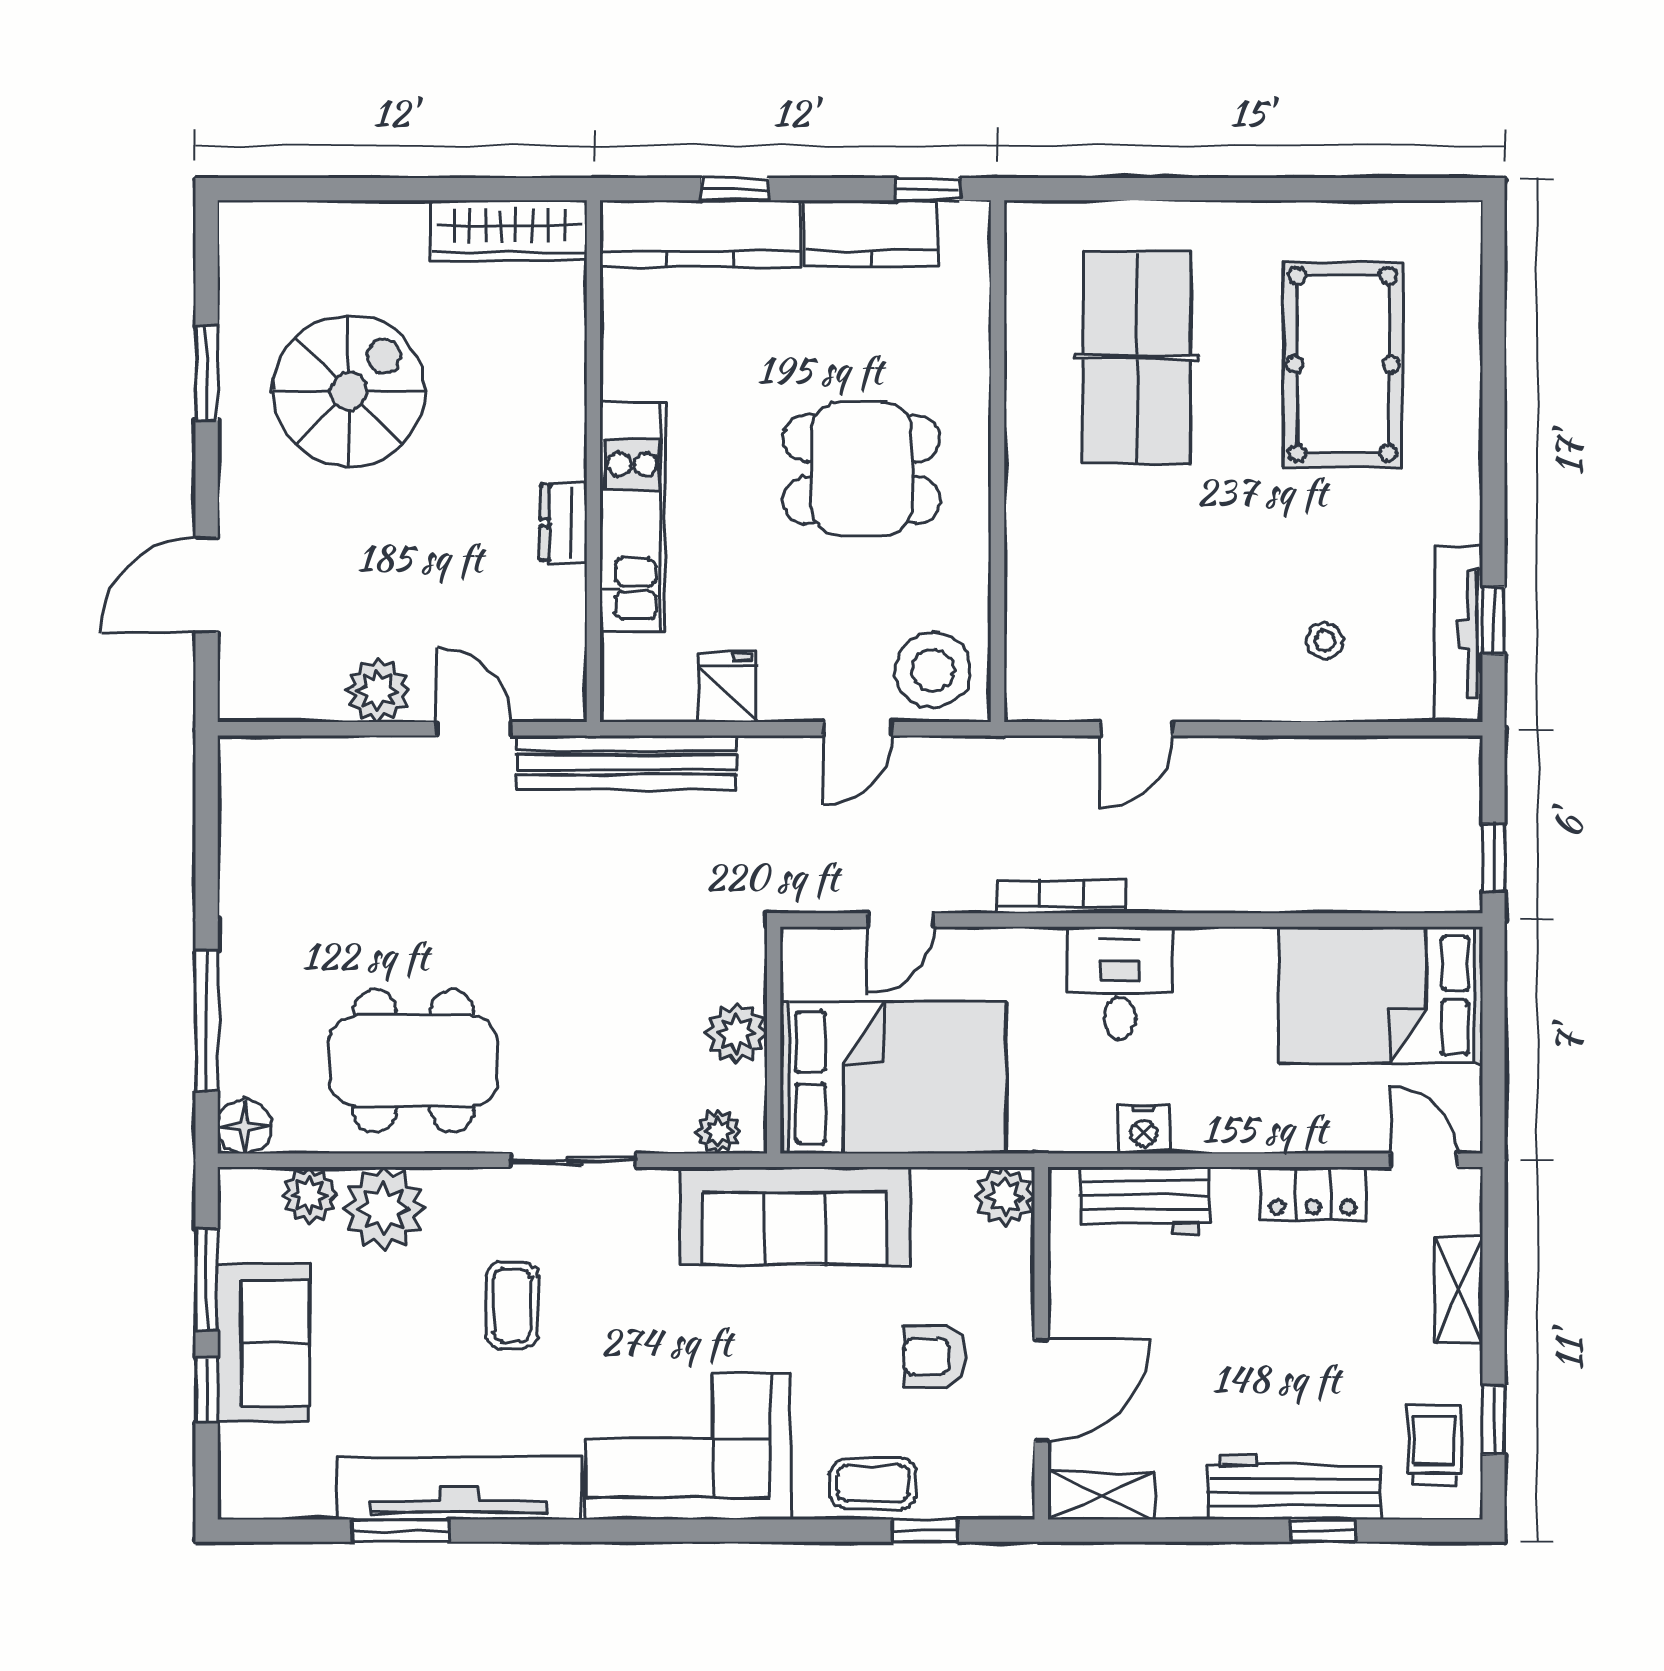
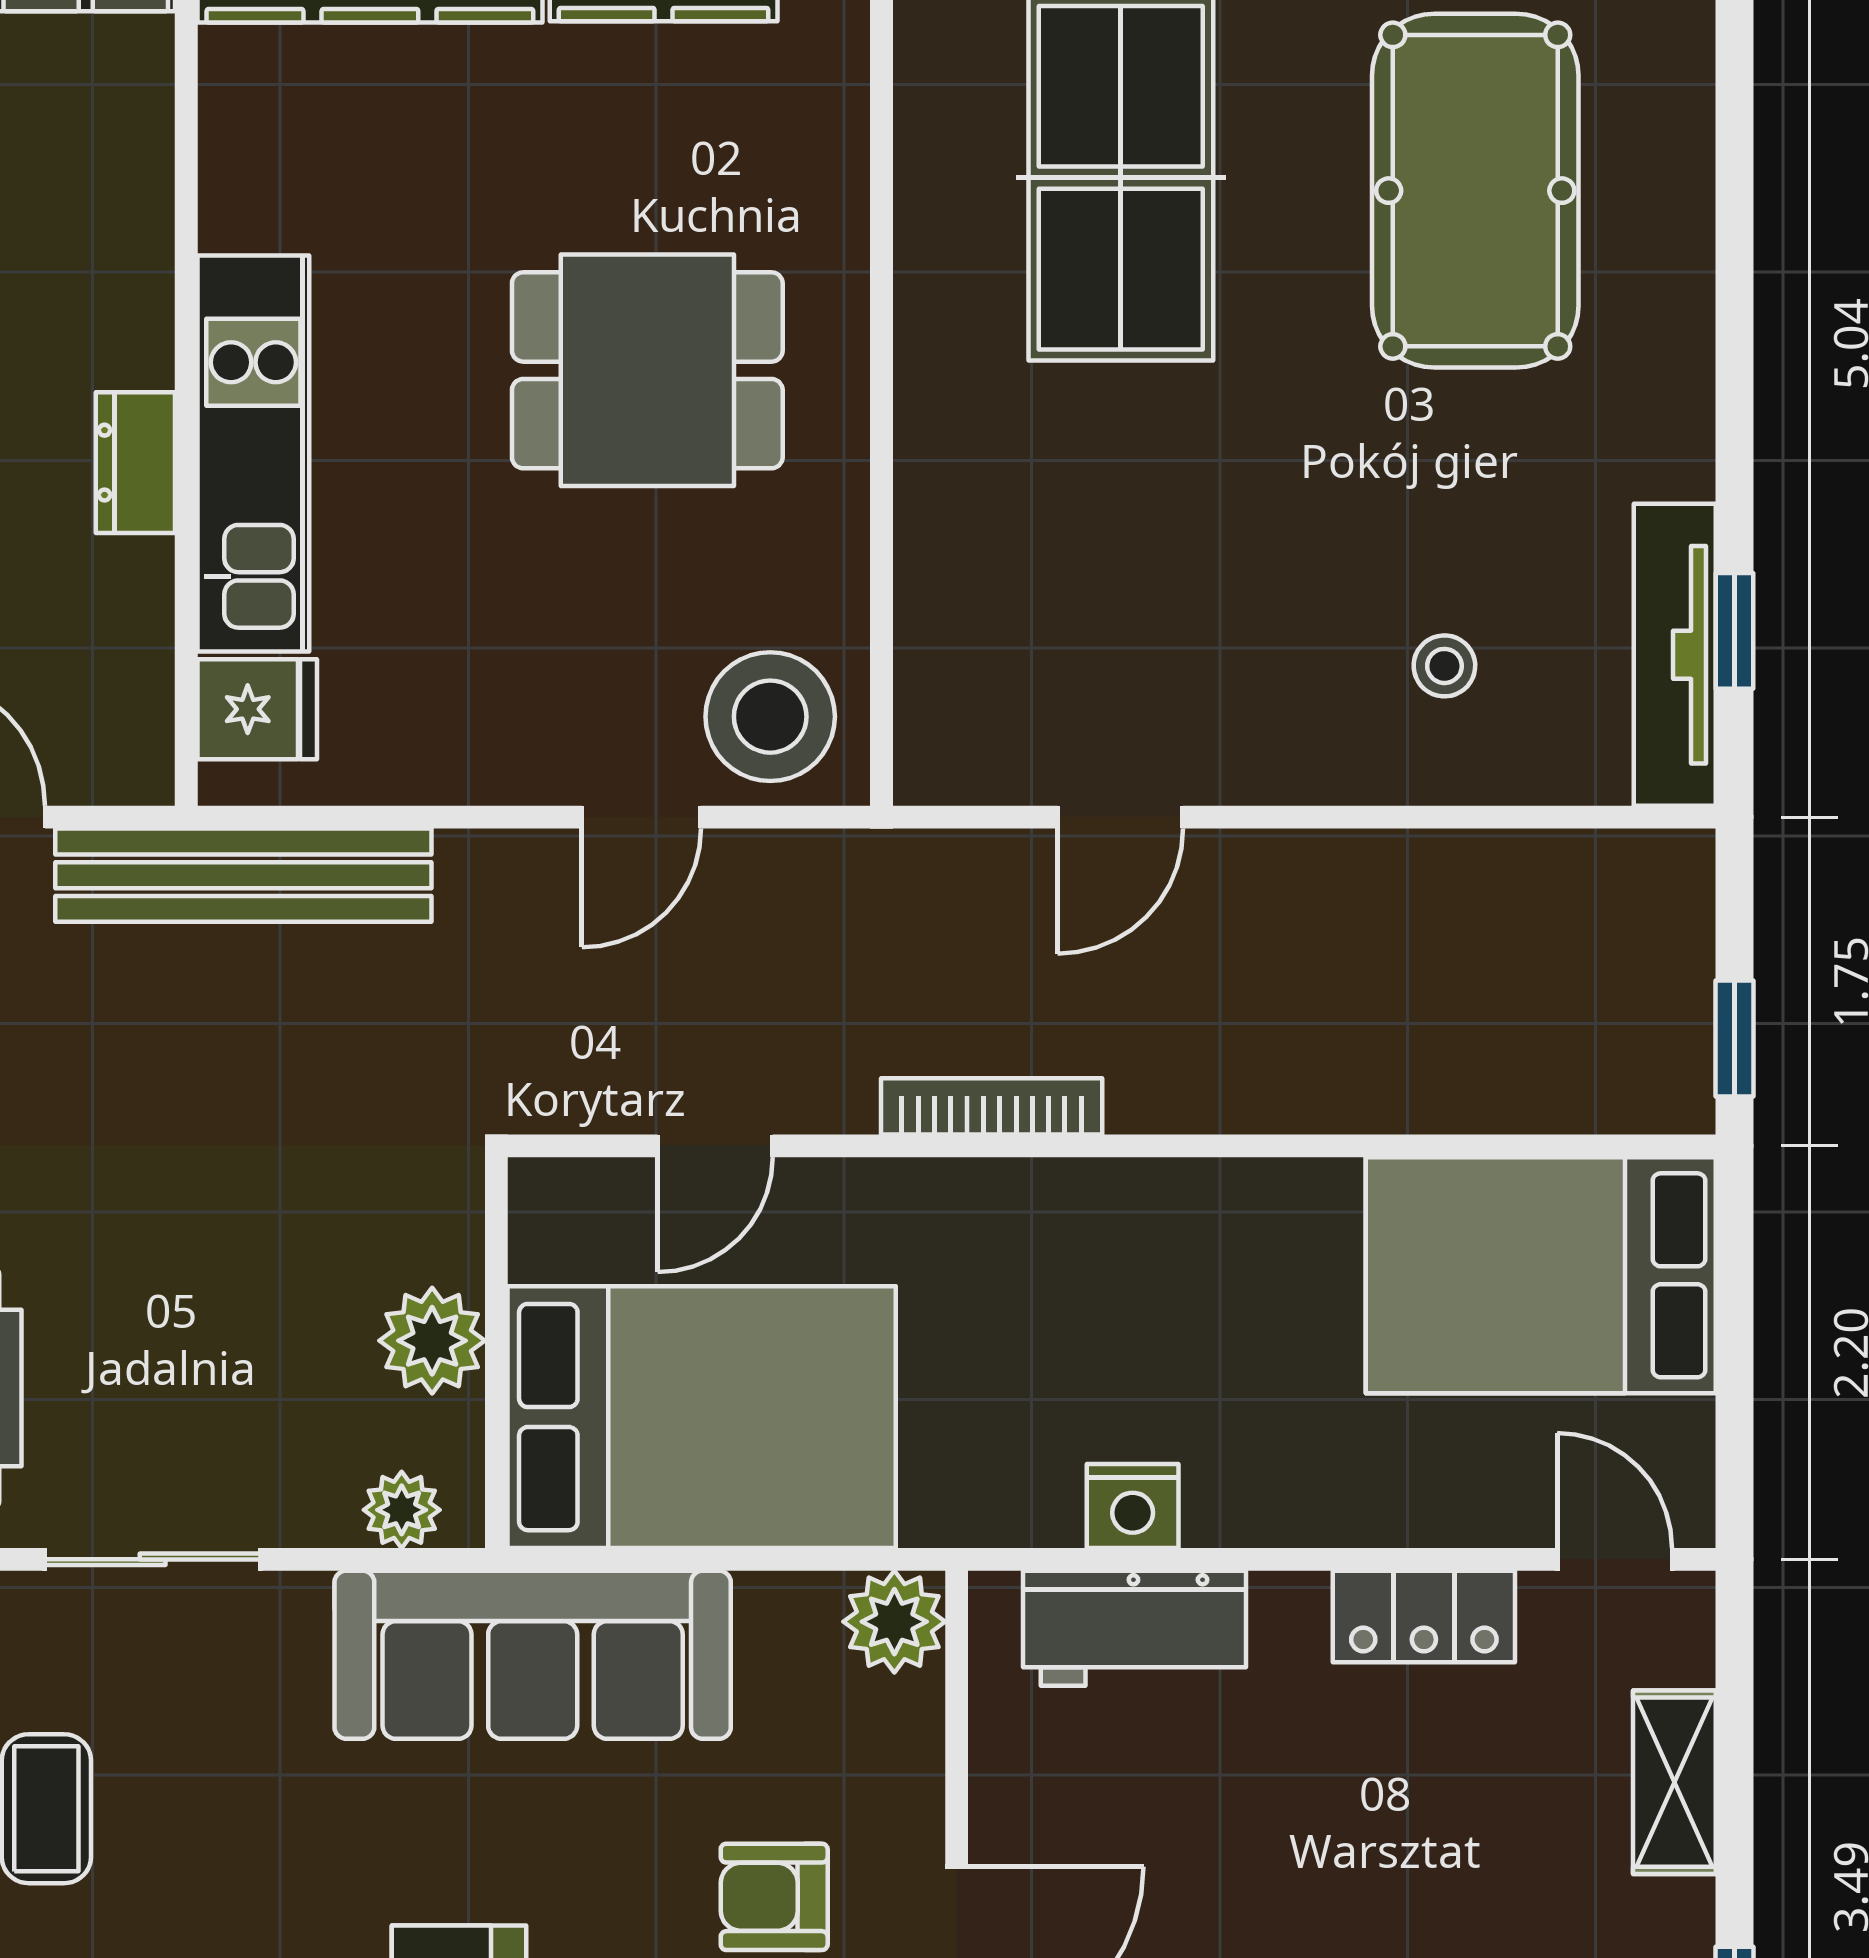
fridge: (728, 688) -> (257, 709), moved, turned 90
desk: (1120, 983) -> (1092, 1255), removed

